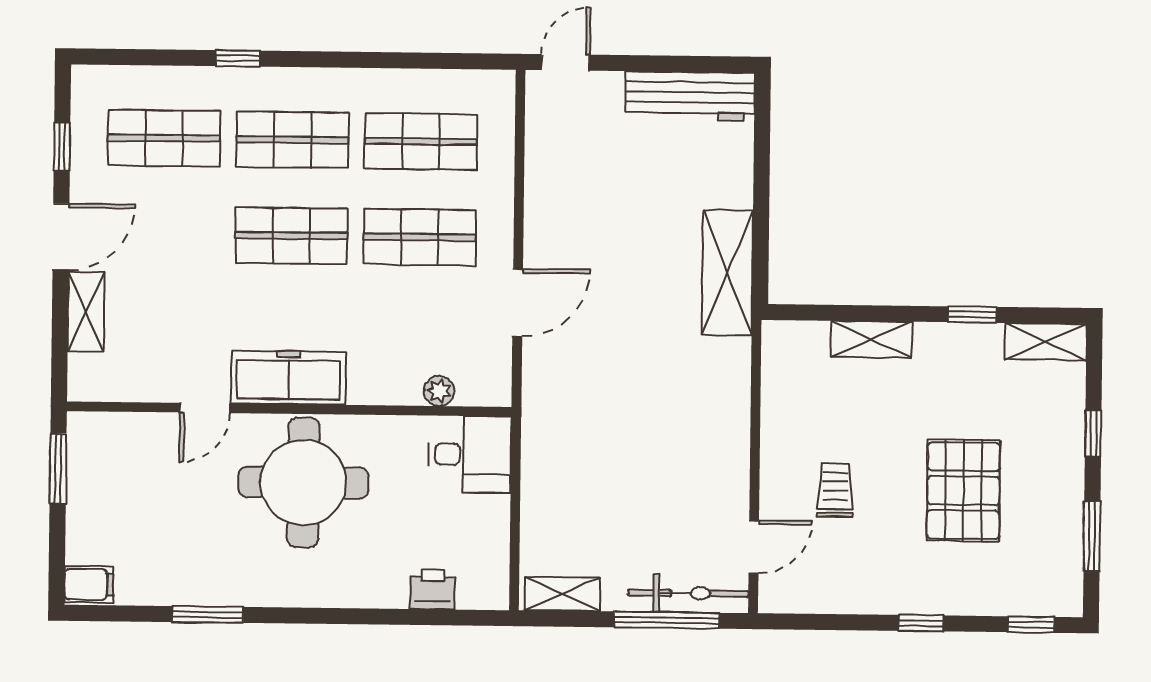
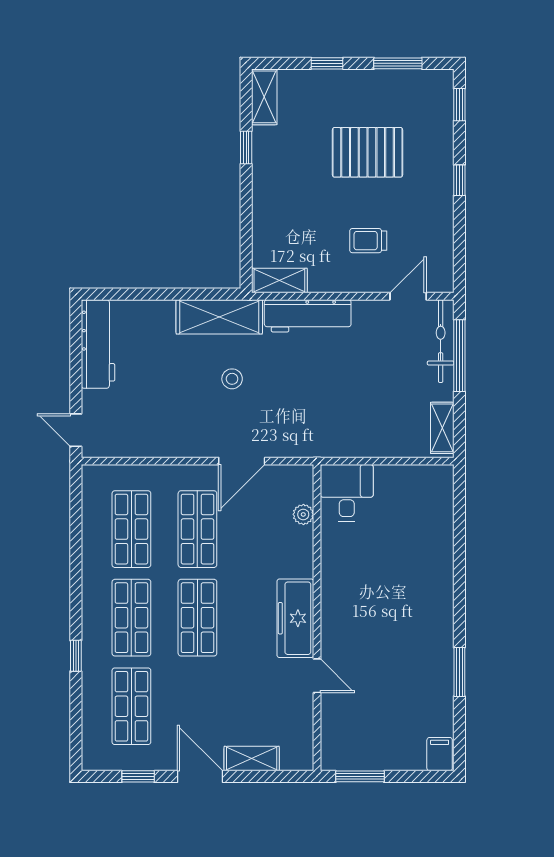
stool: (637, 290) -> (232, 379), added
door: (518, 303) -> (242, 461), swing flipped
shelving: (871, 339) -> (279, 280), moved, turned 90
workbench: (727, 401) -> (308, 316), added
round table: (303, 482) -> (367, 607), removed
door: (754, 547) -> (408, 296), hinge flipped
printer: (433, 589) -> (440, 517), removed

